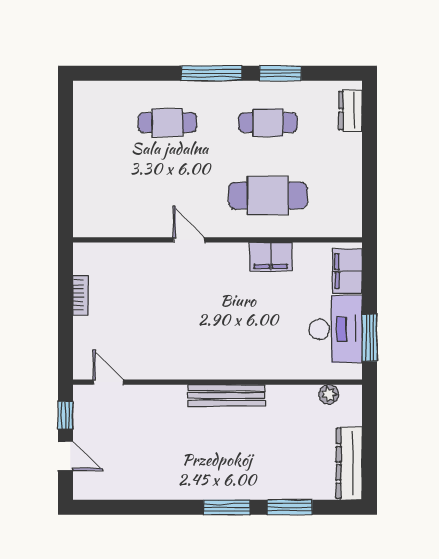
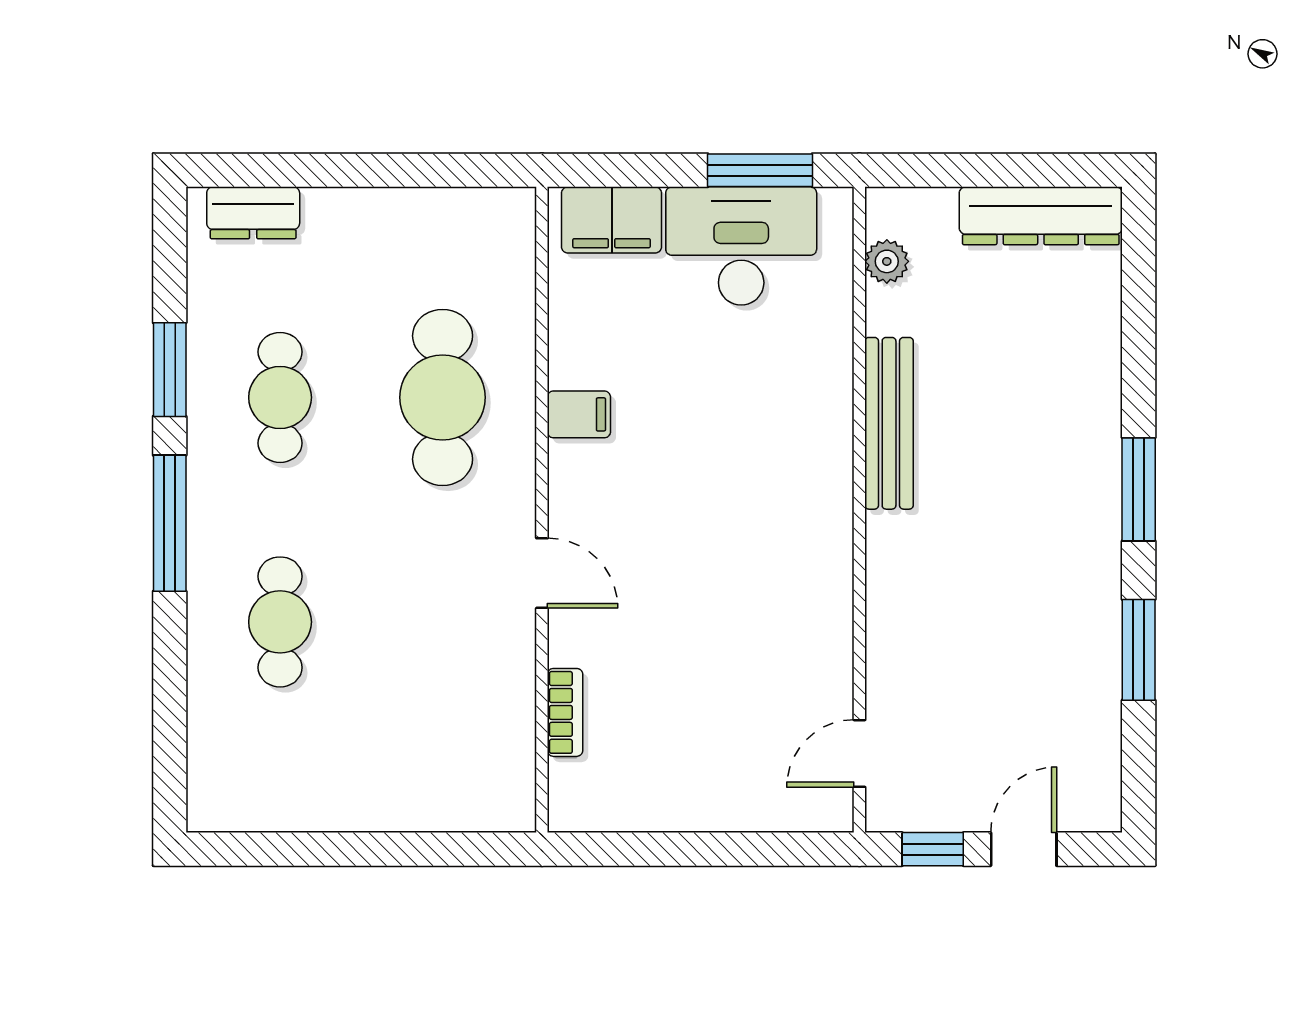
door: (189, 240) -> (542, 573), swing flipped
filing cabinet: (271, 256) -> (579, 414), width x0.50
bookcase: (81, 295) -> (565, 712), moved, turned 90
bench: (226, 395) -> (889, 423), moved
window: (290, 507) -> (1139, 650), moved

